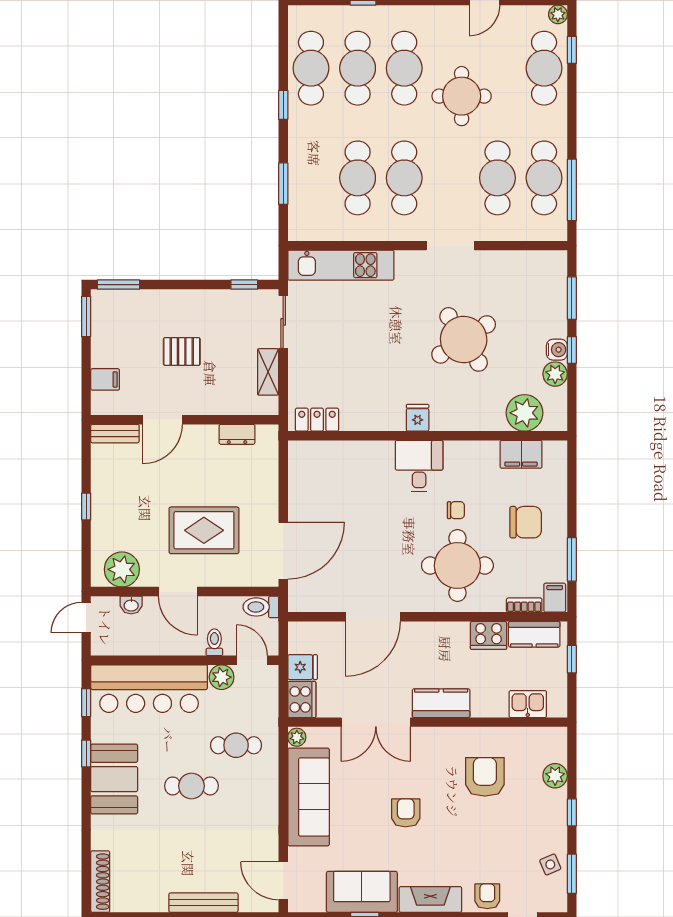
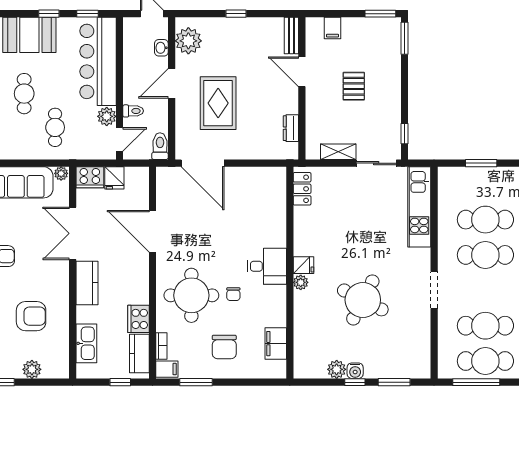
round table: (464, 339) -> (363, 300), turned -30
plant: (524, 413) -> (301, 282), moved, width x0.53, depth x0.53
kitchen sink: (528, 704) -> (86, 343), width x1.38

